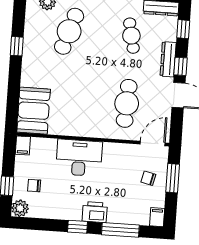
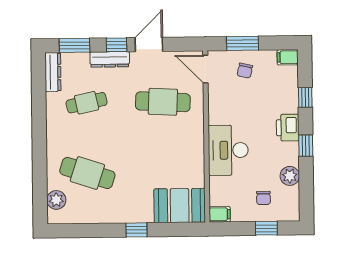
window: (183, 29) -> (74, 45), width x1.50
window: (17, 46) -> (136, 230), moved
plant: (20, 208) -> (290, 176), moved
window: (120, 230) -> (305, 97), width x0.46

